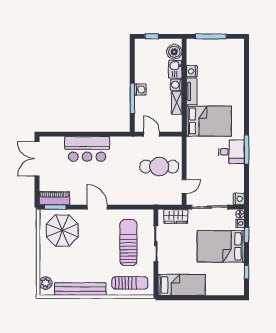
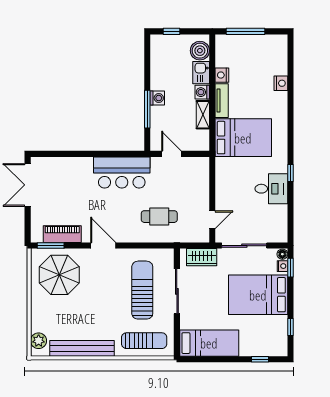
bar counter: (87, 149) -> (122, 173), moved
window: (247, 149) -> (291, 173), width x0.46
desk: (231, 152) -> (271, 189), moved
cafe table: (159, 167) -> (159, 217), moved, width x0.73, depth x0.74
piano: (55, 198) -> (62, 234), moved
nightstand: (239, 199) -> (281, 83), moved
window: (247, 235) -> (291, 268), moved
window: (222, 298) -> (260, 359), added

